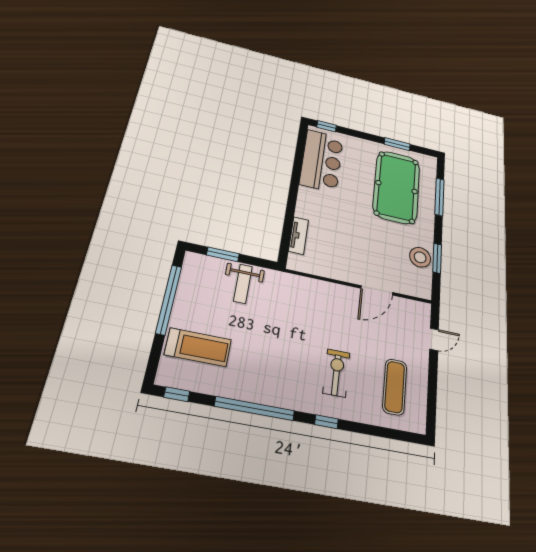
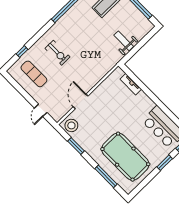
window: (397, 144) -> (165, 163), moved
window: (223, 254) -> (143, 42), removed
stool: (420, 257) -> (71, 125), moved
window: (327, 422) -> (22, 52), moved

